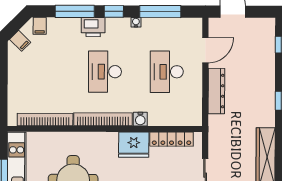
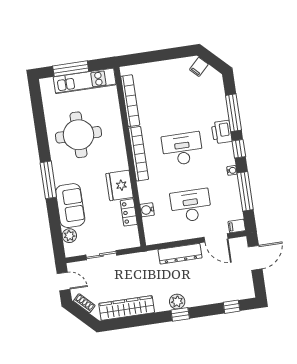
filing cabinet: (40, 26) -> (237, 226), moved
plant: (267, 102) -> (177, 302), added
water cooler: (140, 119) -> (147, 210), moved
locker: (172, 139) -> (129, 212), width x0.66

